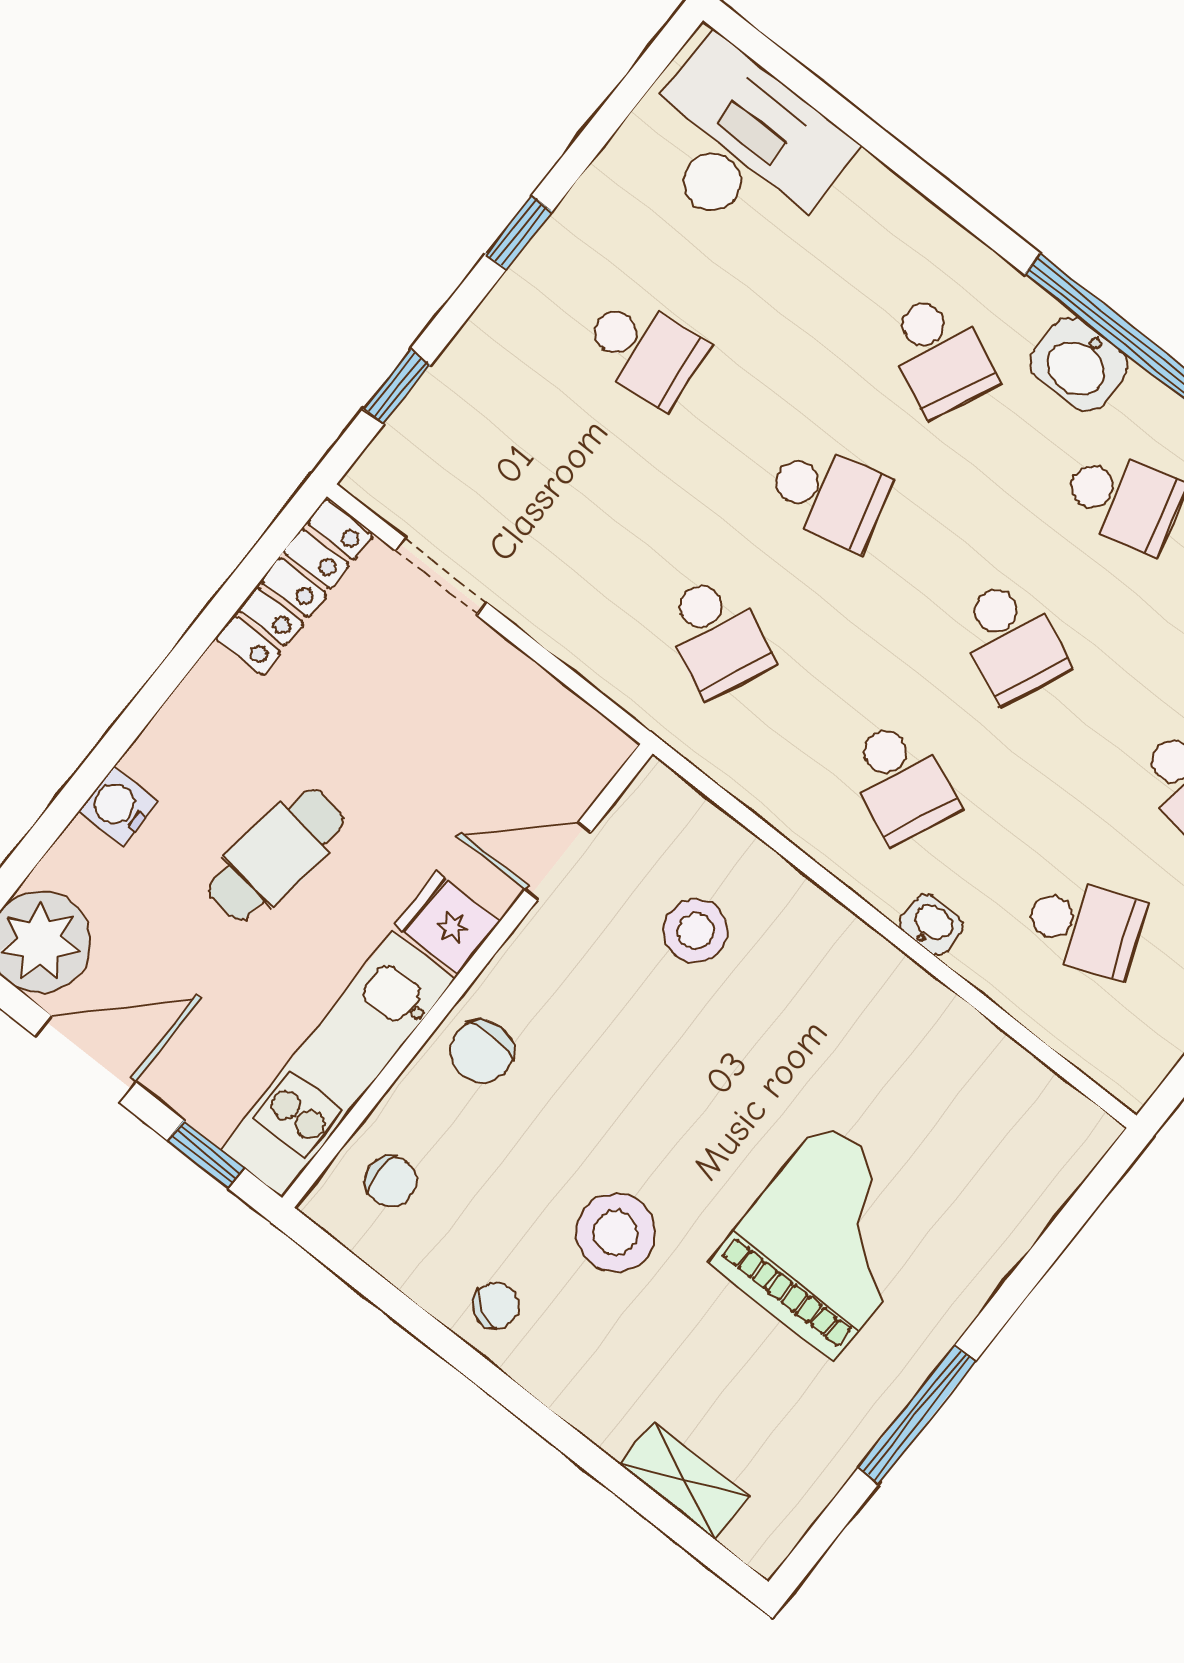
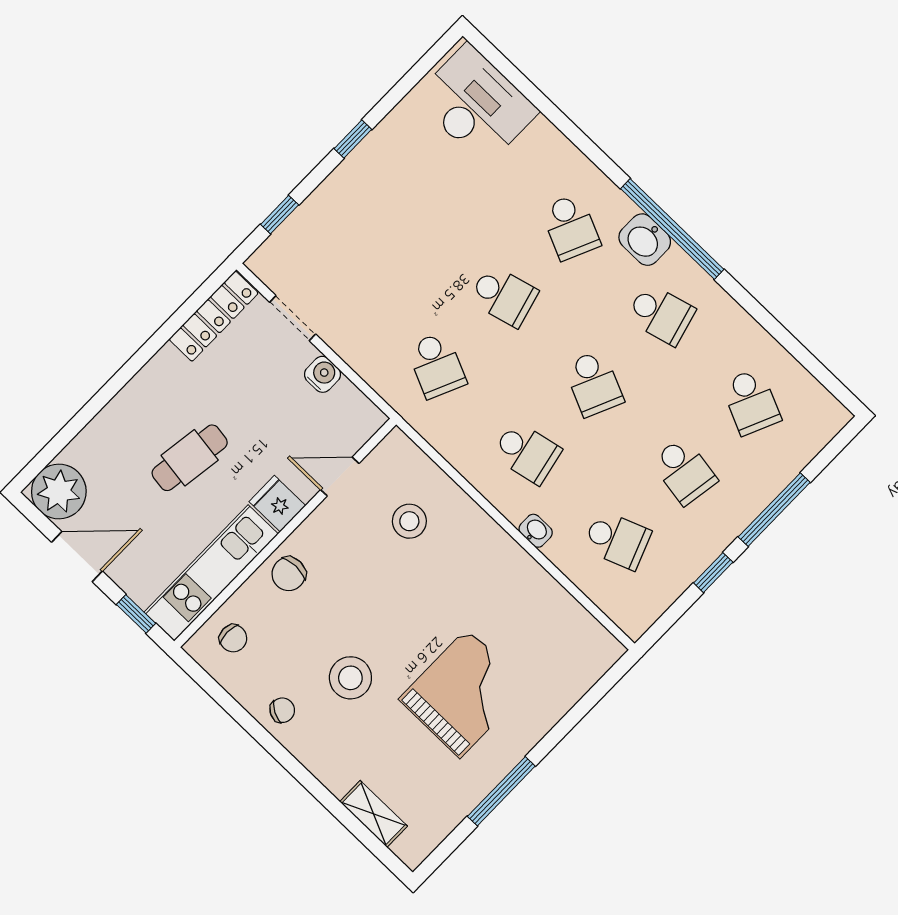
school desk: (644, 350) -> (413, 208), removed
school desk: (900, 781) -> (527, 453), turned -36
water cooler: (118, 807) -> (322, 374), moved, turned 90

